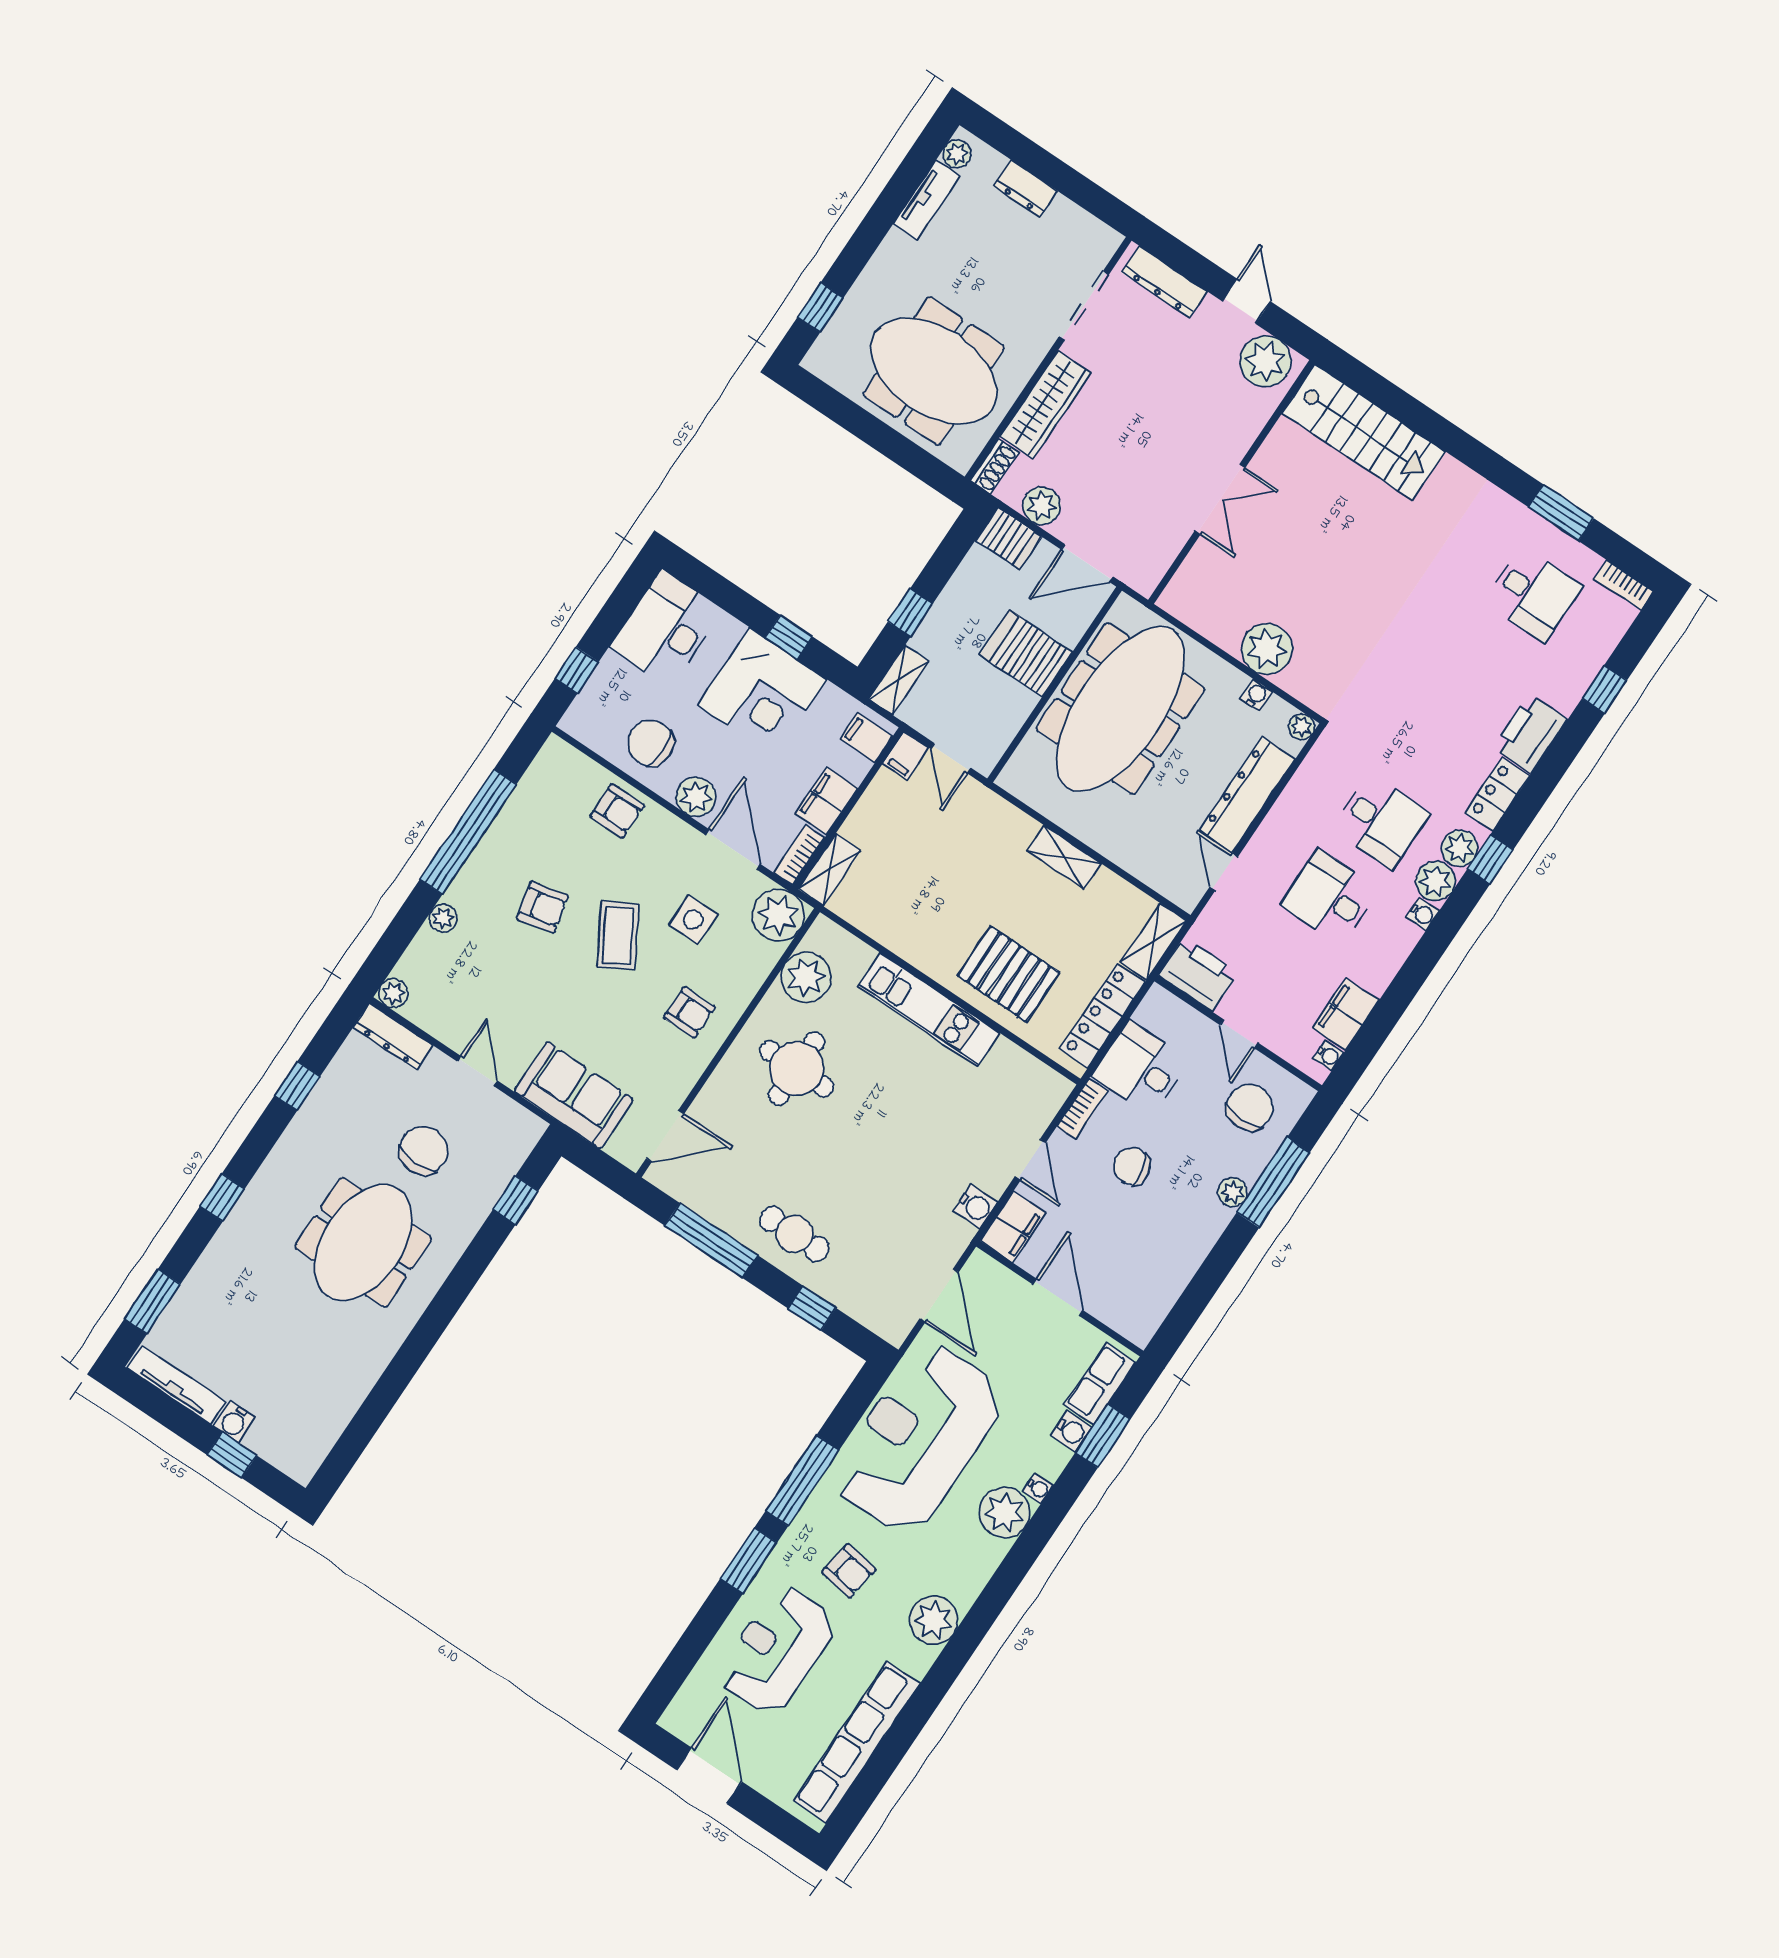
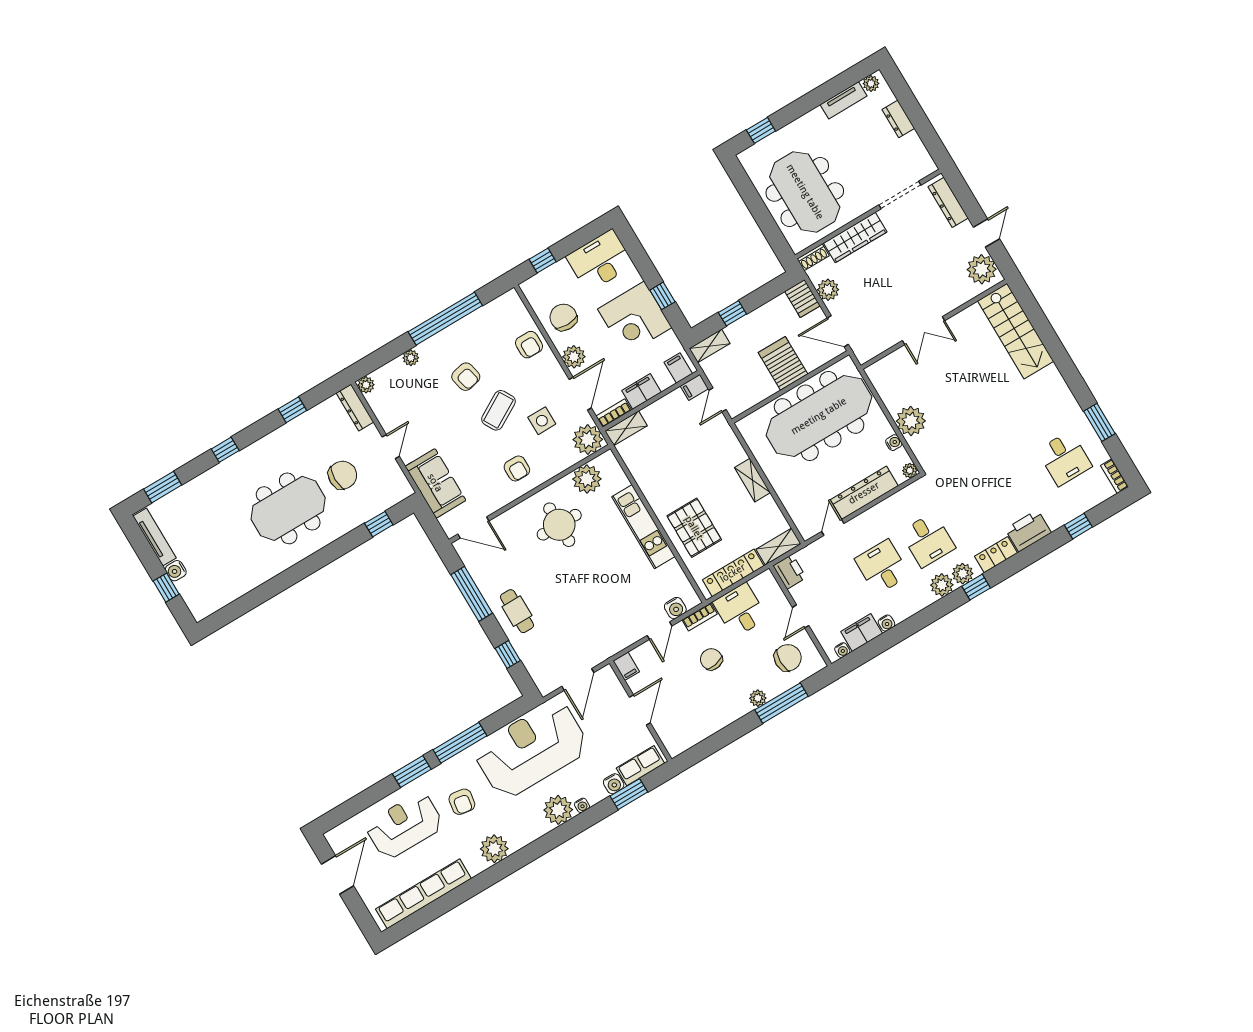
water cooler: (1422, 914) -> (886, 623), moved
printer: (1199, 974) -> (790, 572), width x0.73, depth x0.84
water cooler: (975, 1206) -> (675, 608), moved
filing cabinet: (1013, 1227) -> (626, 666), width x0.50

